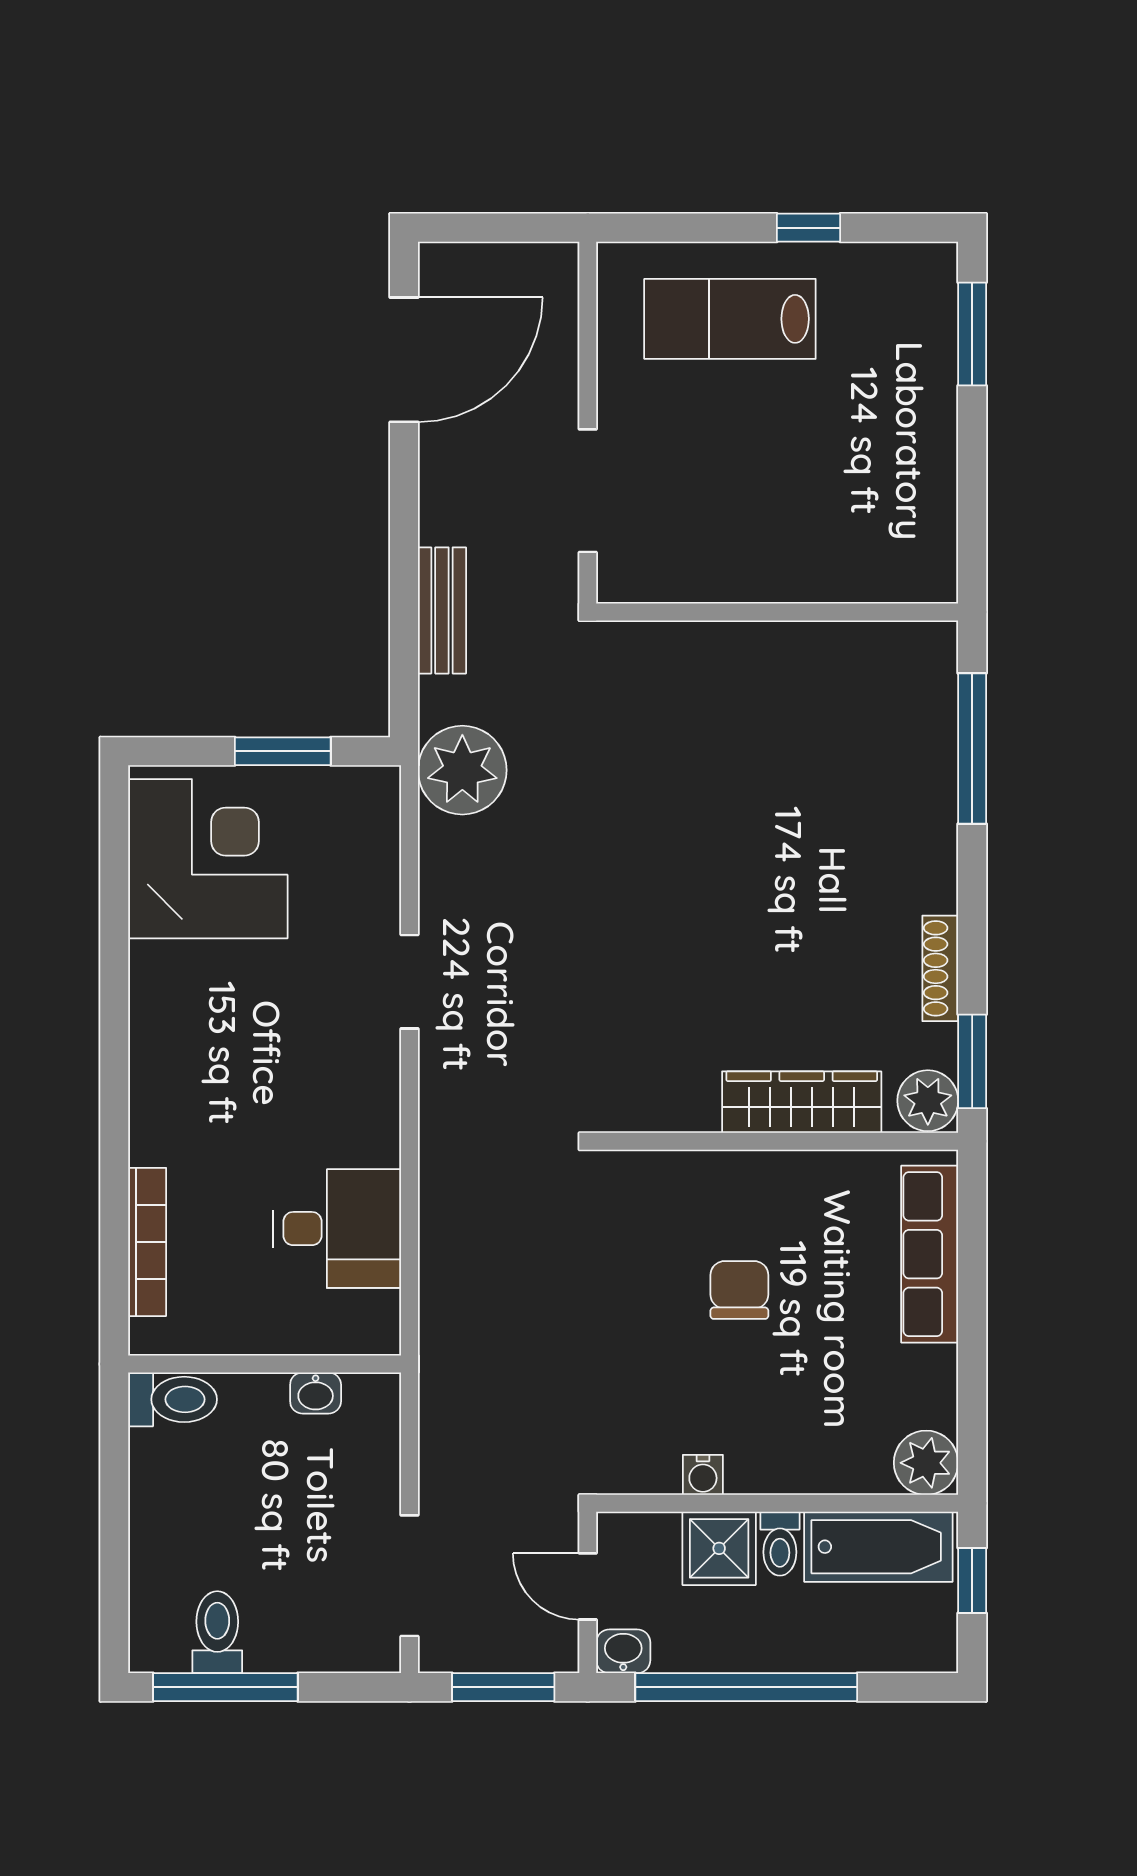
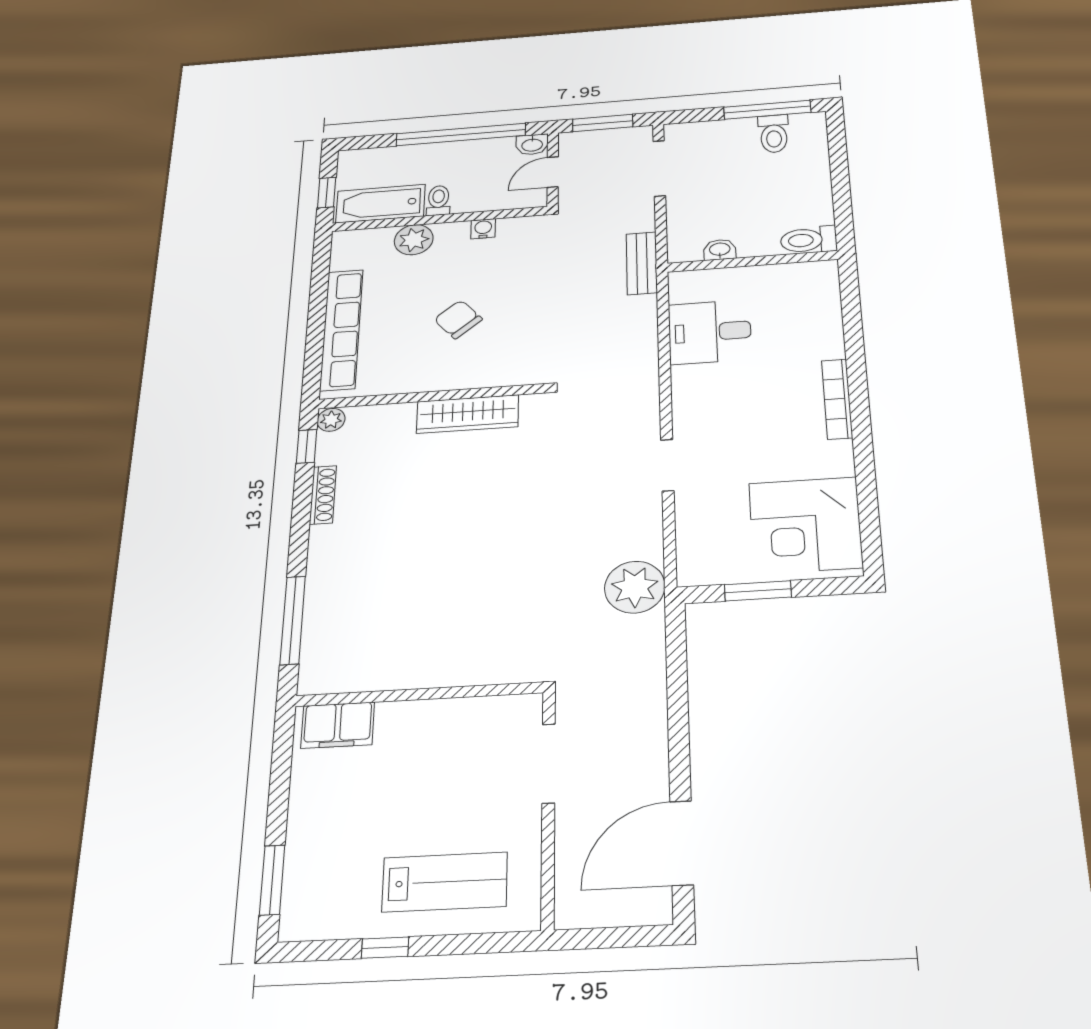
filing cabinet: (894, 569) -> (338, 725), added
bench: (442, 610) -> (642, 263), moved
window: (972, 1061) -> (307, 446), width x0.67
plant: (928, 1101) -> (331, 420), width x0.73, depth x0.73
wardrobe: (802, 1102) -> (468, 414), moved
bookcase: (147, 1242) -> (837, 399), moved
row of seats: (930, 1254) -> (342, 330), width x1.36
chair: (739, 1290) -> (458, 319), turned 140
plant: (926, 1463) -> (414, 240), moved
shower: (719, 1548) -> (475, 196), removed
door: (588, 1586) -> (553, 172), swing flipped

